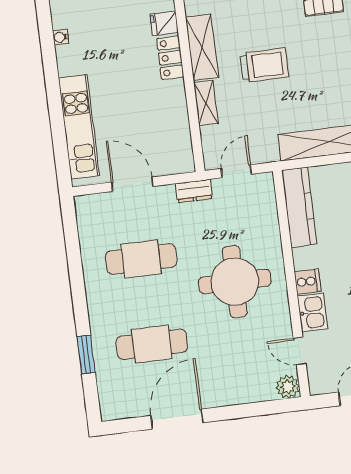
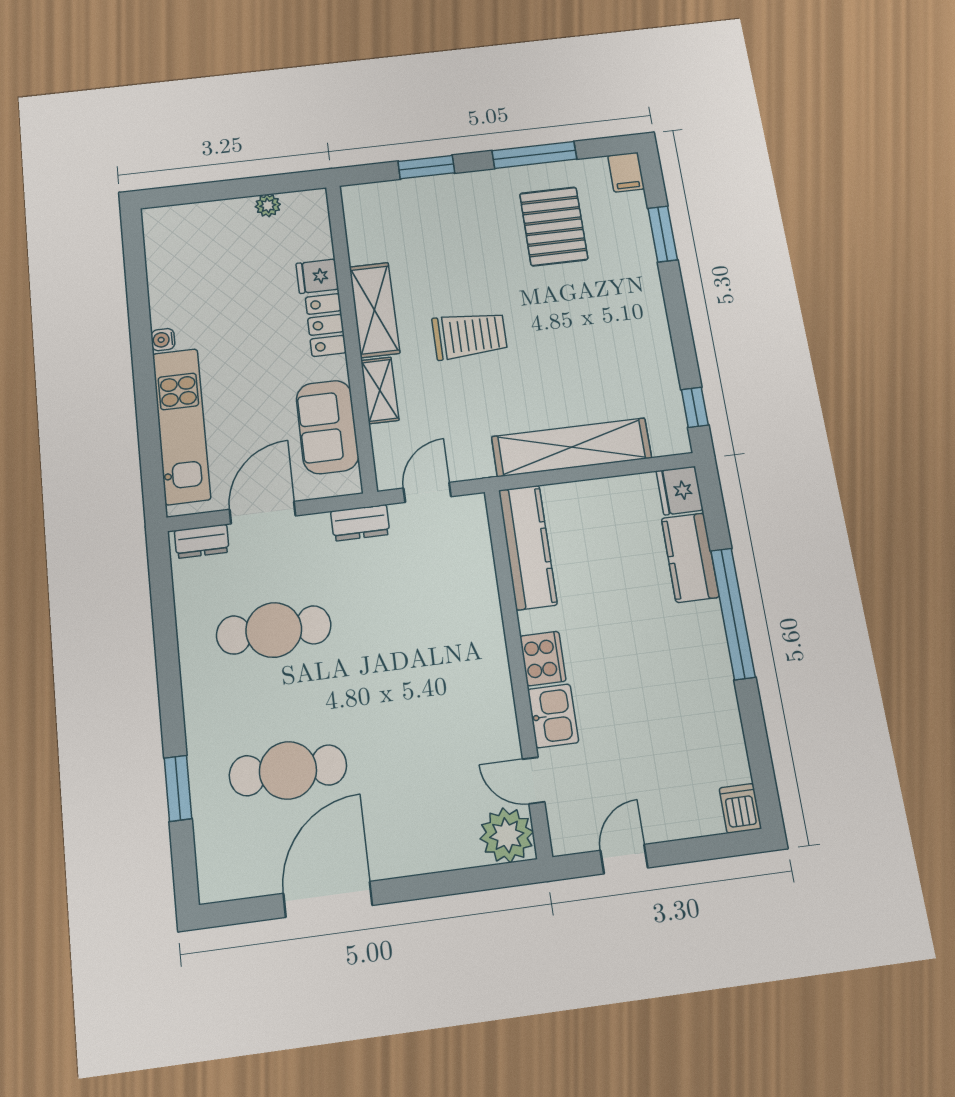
water cooler: (61, 37) -> (163, 340), moved
sofa: (172, 128) -> (327, 427), added
door: (132, 184) -> (263, 513), hinge flipped
dresser: (95, 203) -> (202, 541), added
cooker: (308, 281) -> (543, 659), width x1.36
round table: (235, 282) -> (426, 666), removed
plant: (288, 387) -> (507, 835), width x1.36, depth x1.36

